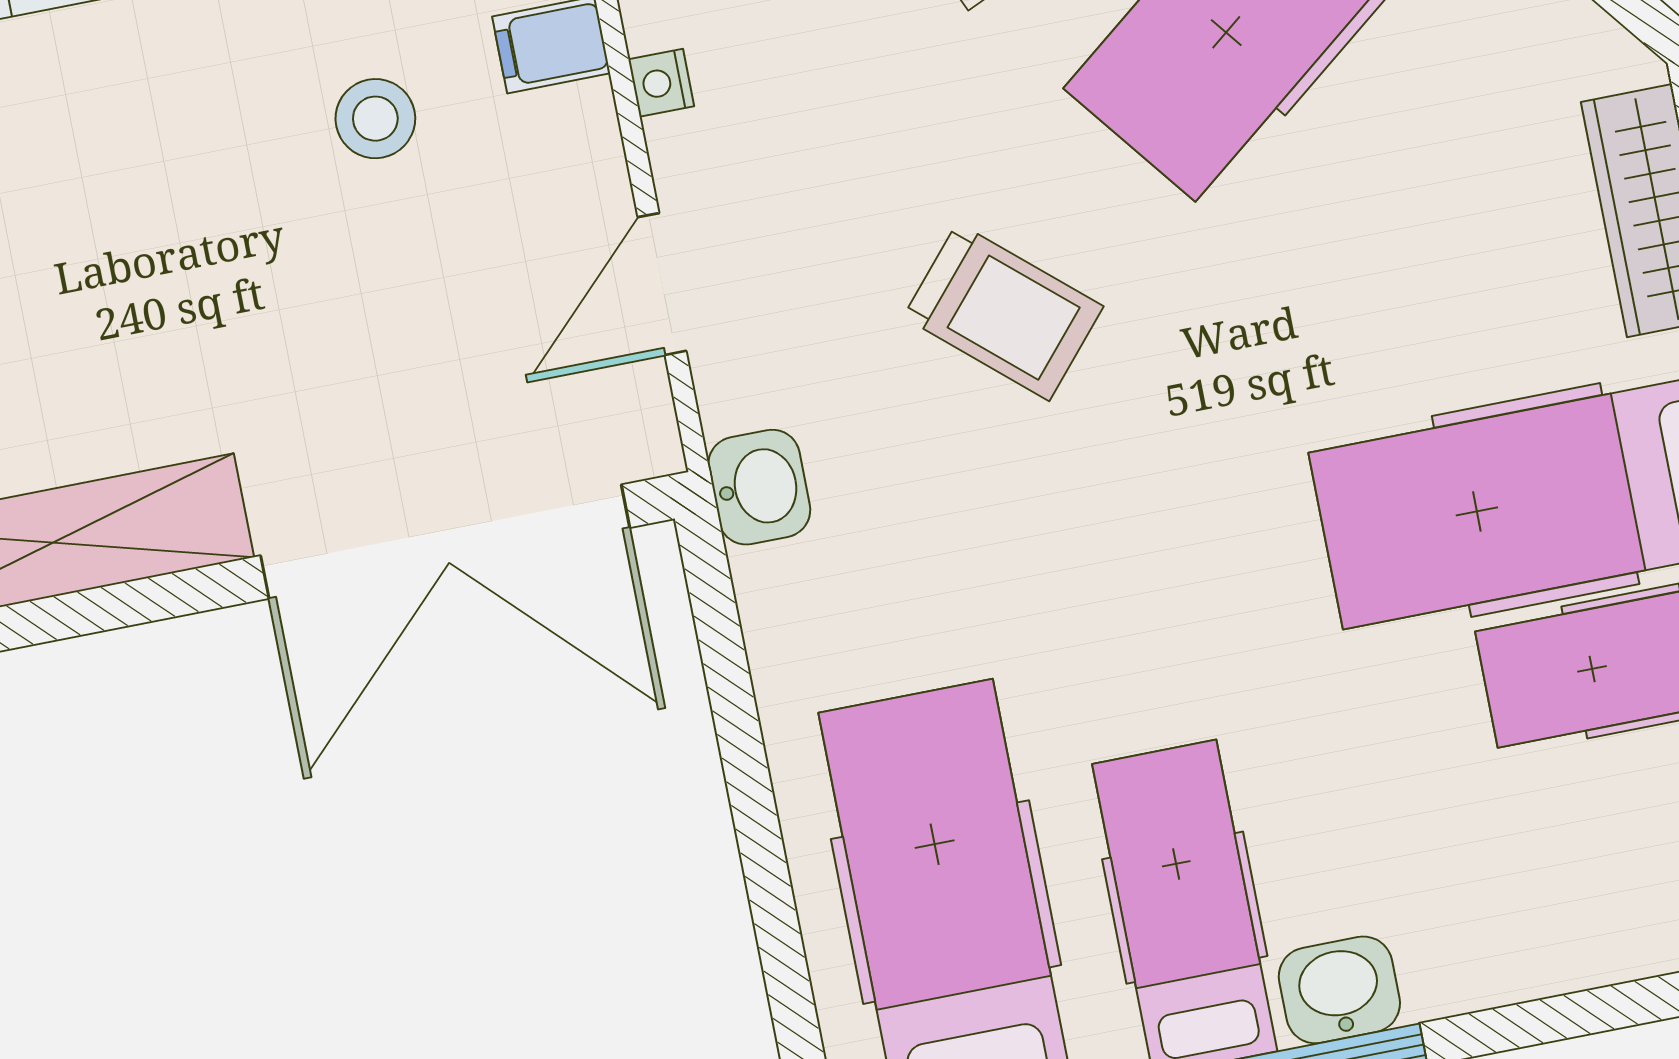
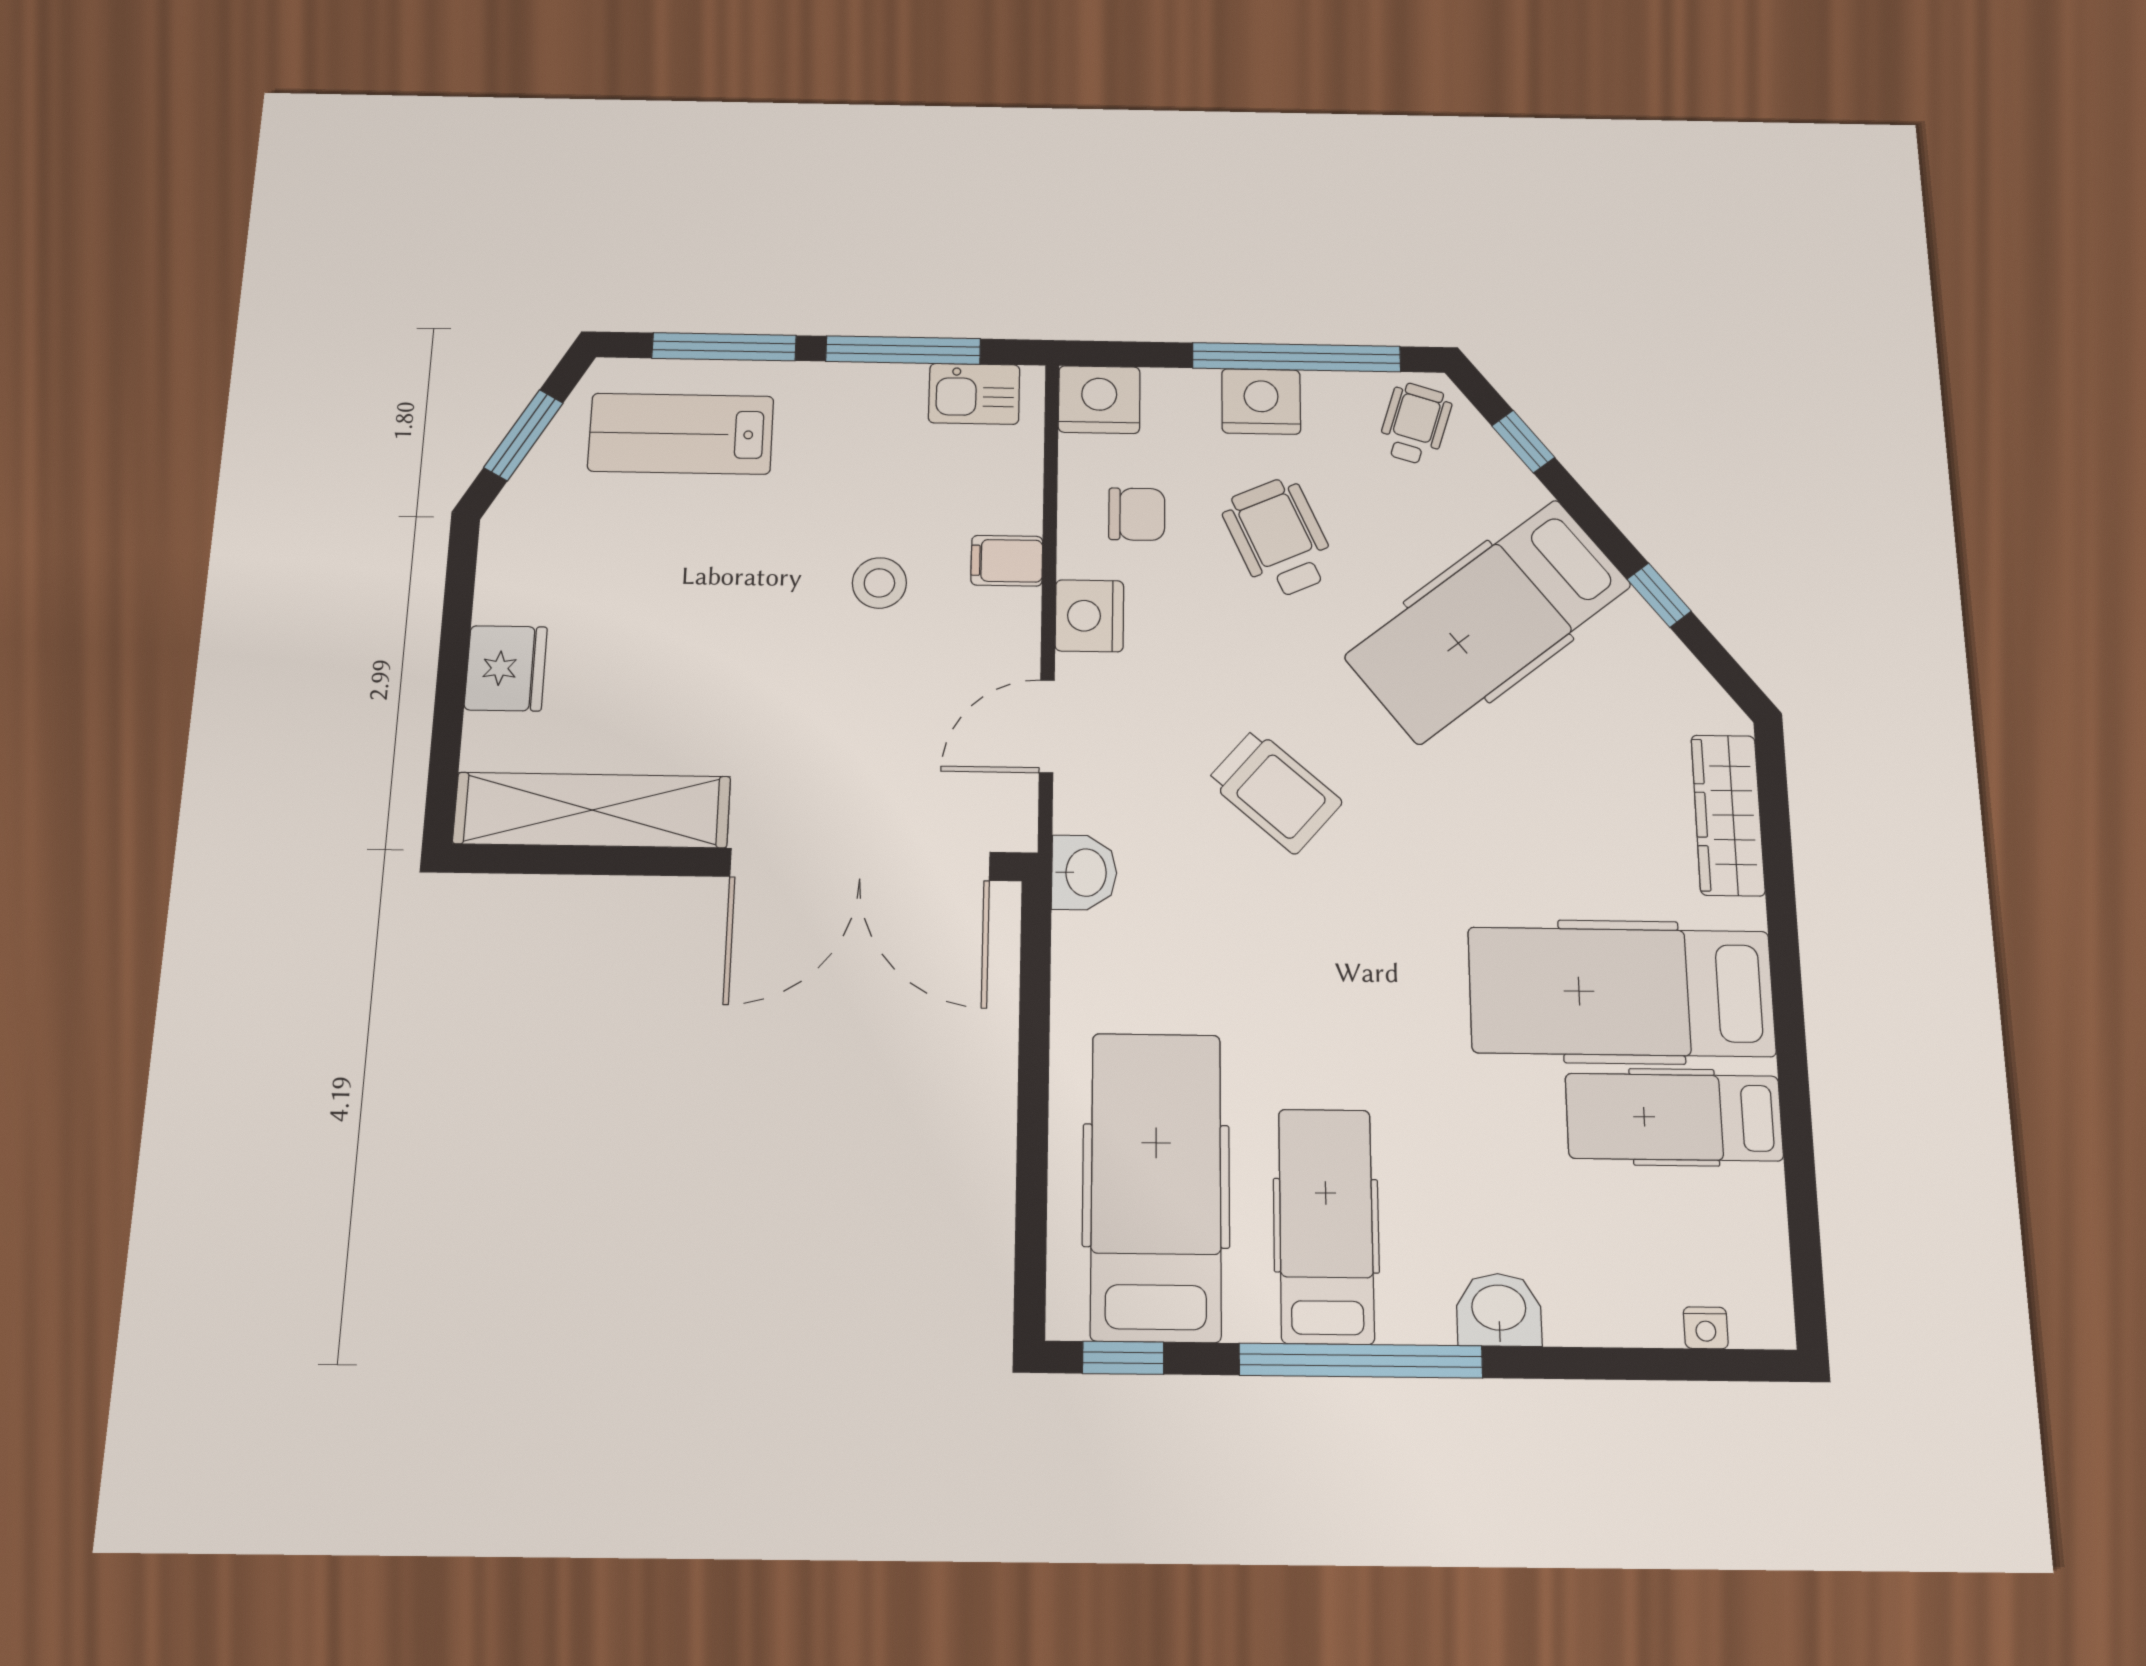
nightstand: (661, 83) -> (1089, 616), width x1.89, depth x1.79
washbasin: (1339, 990) -> (1499, 1310), moved

